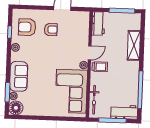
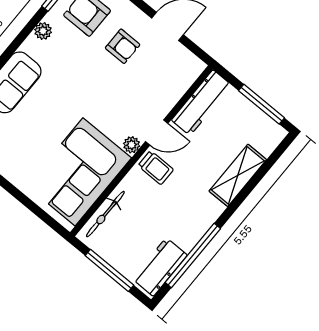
workbench: (98, 24) -> (202, 103), width x1.37
workbench: (124, 112) -> (160, 267), moved, turned -90

